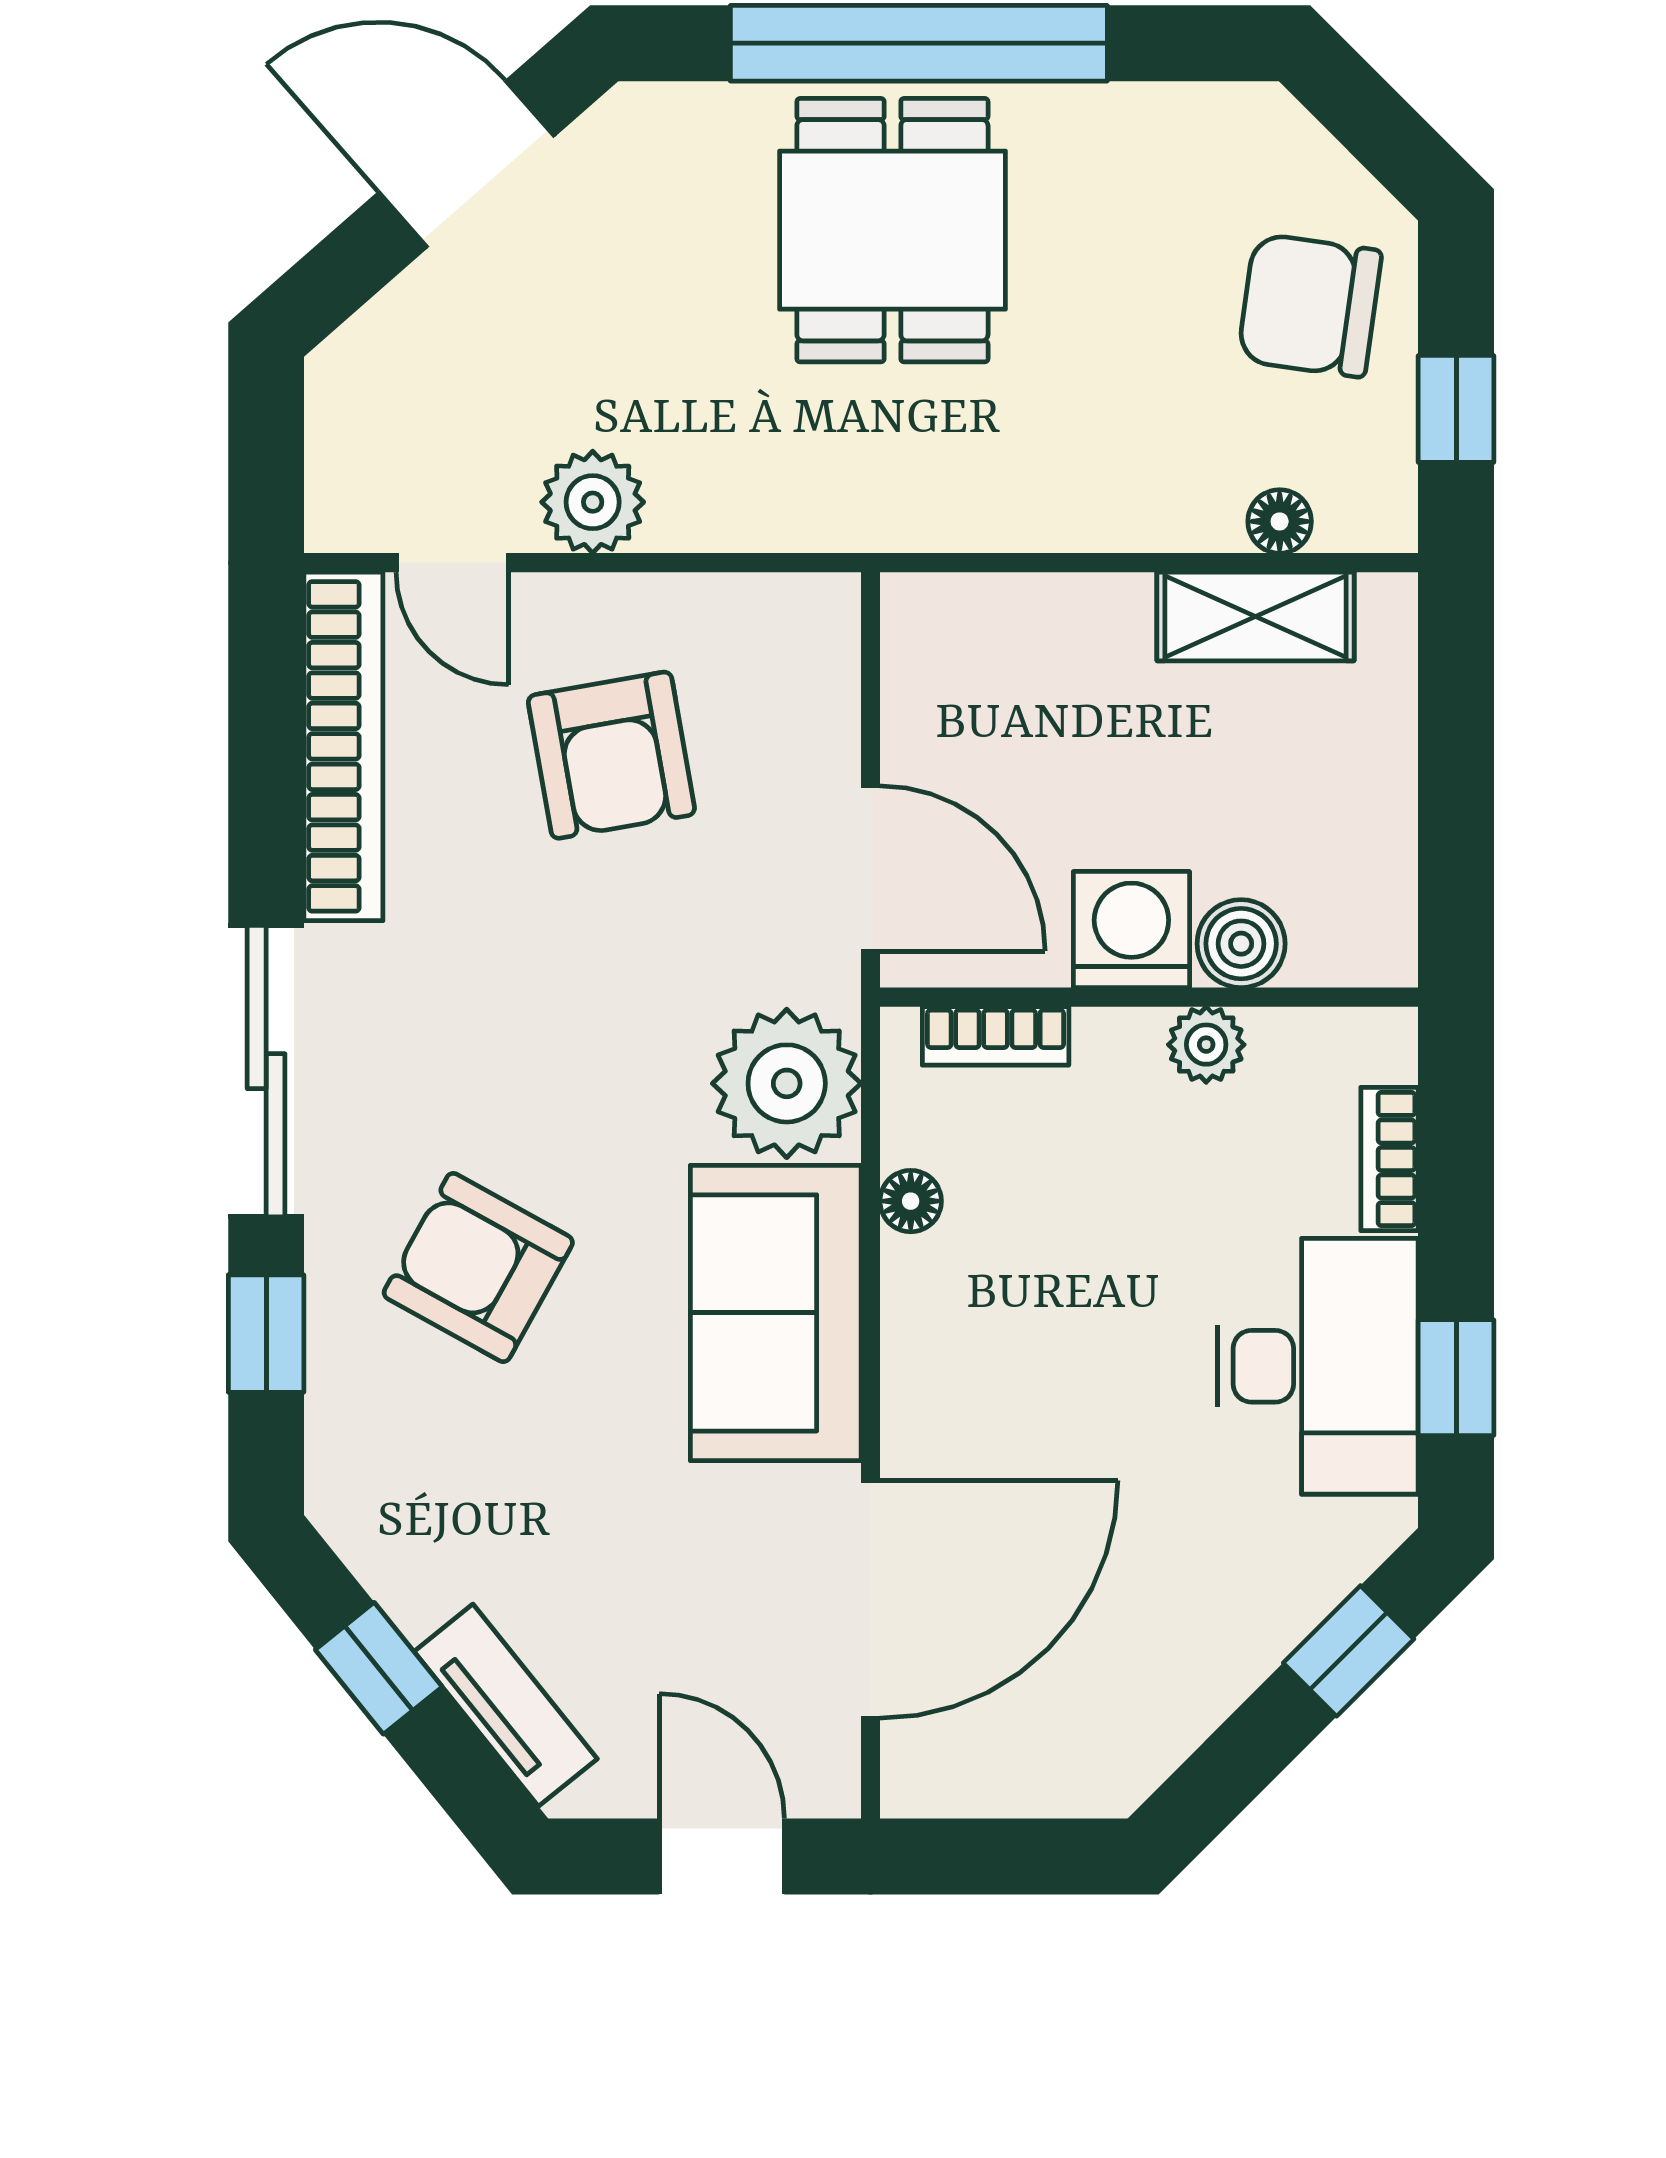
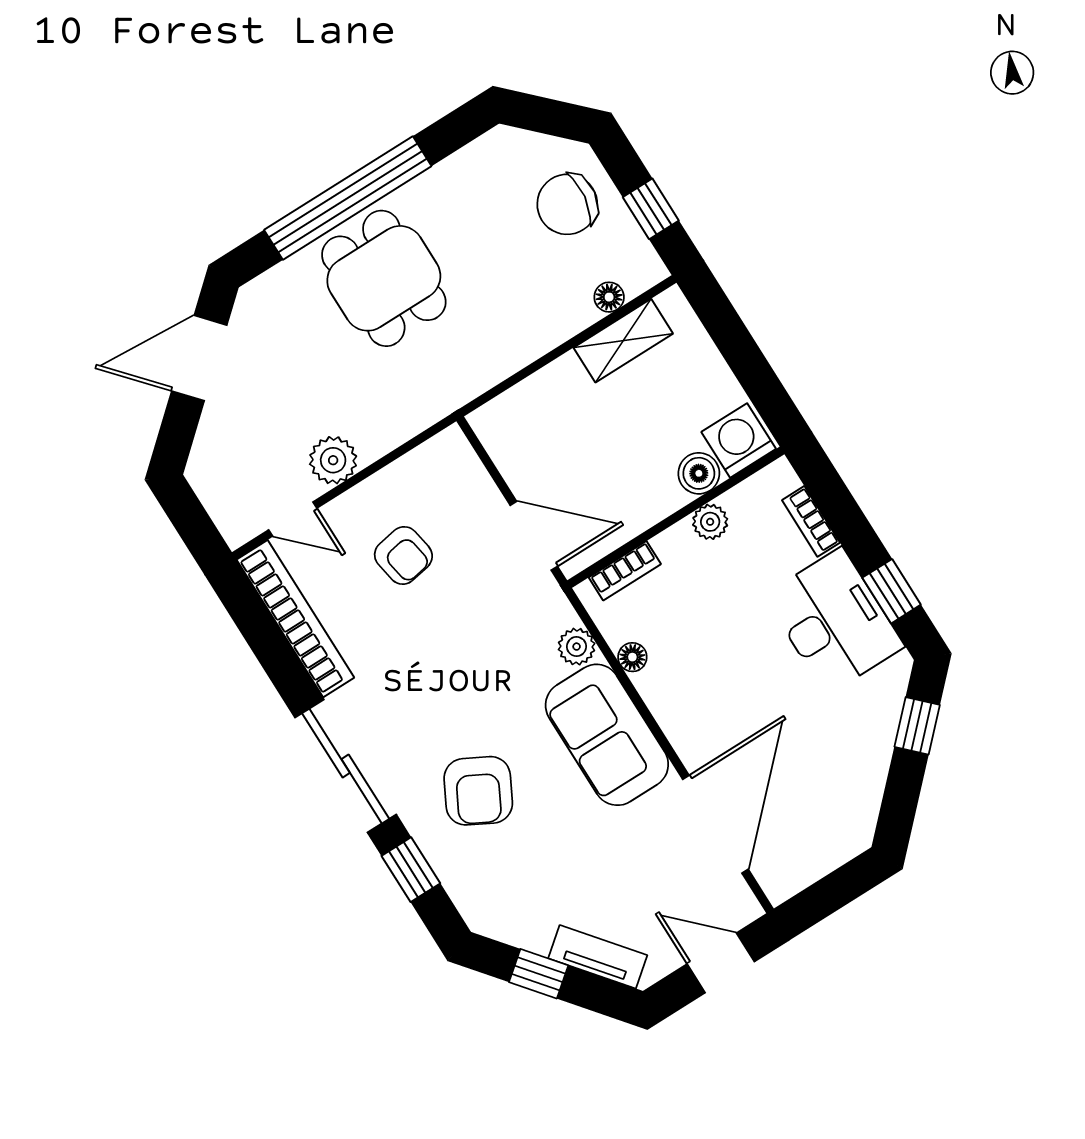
armchair: (611, 755) -> (403, 555), width x0.72, depth x0.72
washing machine: (1131, 930) -> (739, 440), moved
plant: (787, 1083) -> (577, 647), width x0.53, depth x0.53
armchair: (478, 1268) -> (478, 791), turned -91

